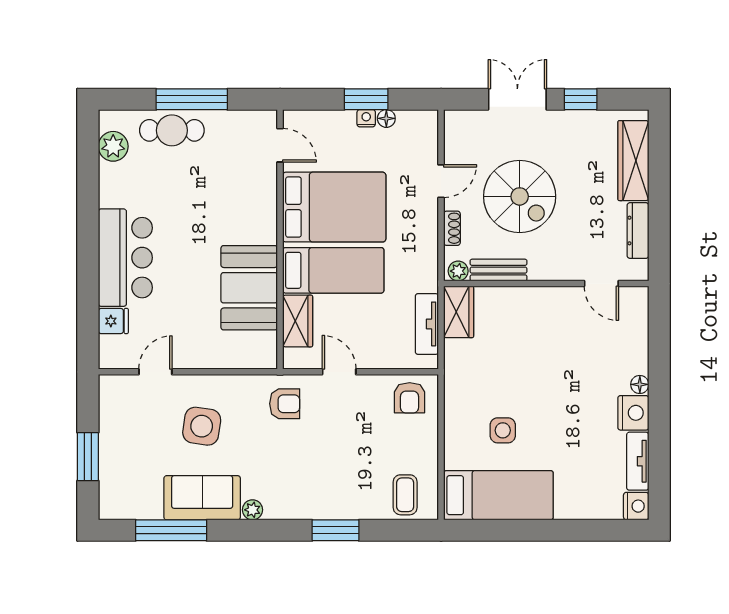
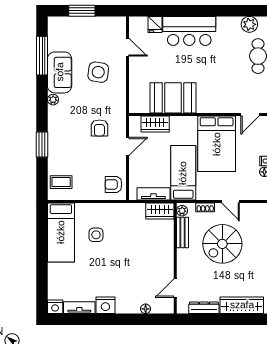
bed: (333, 270) -> (183, 173), moved, turned 180
floor lamp: (640, 384) -> (146, 309), moved
armchair: (285, 404) -> (99, 128), moved

